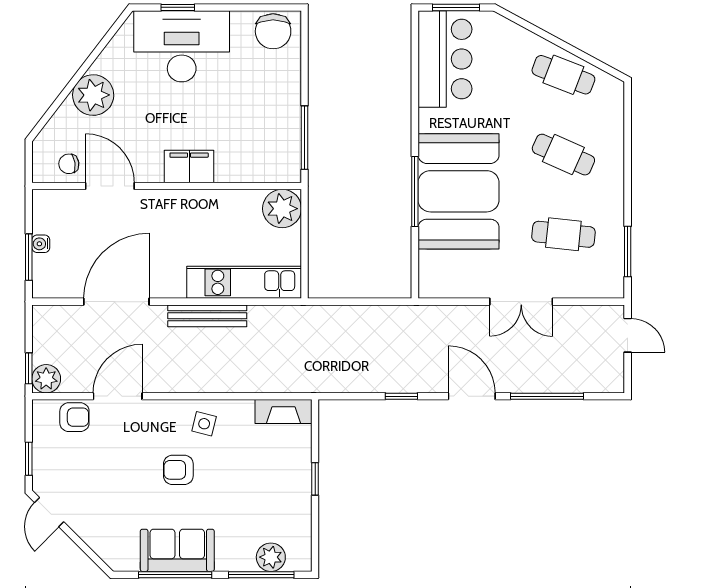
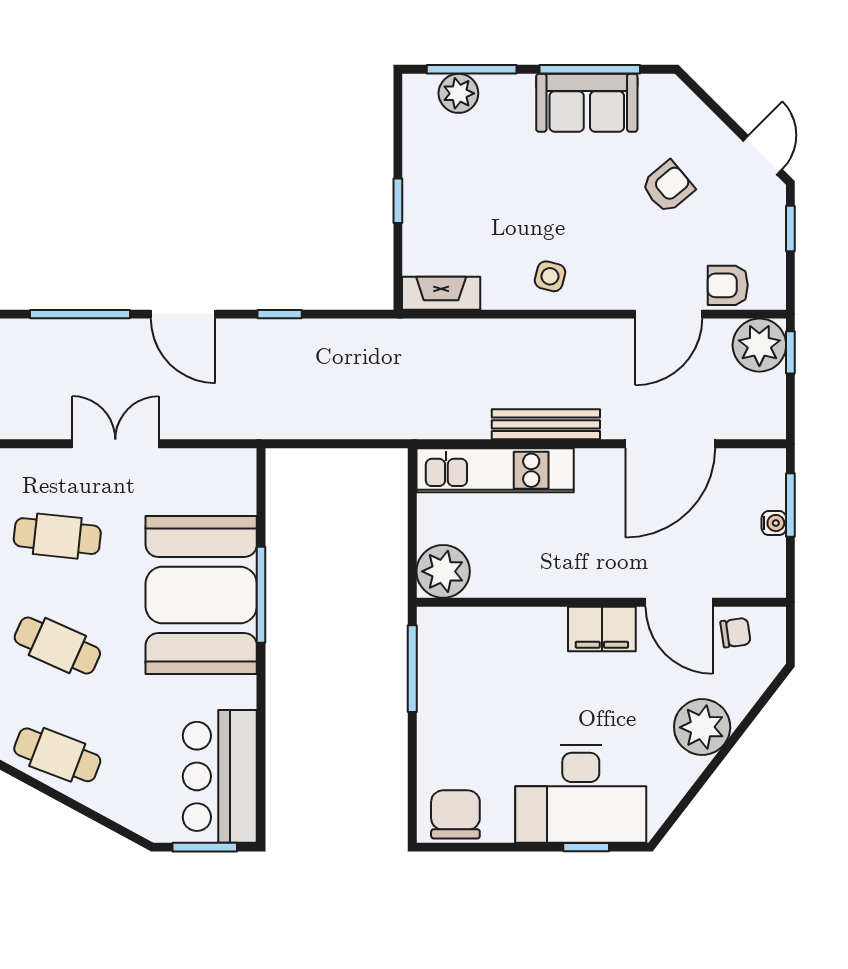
filing cabinet: (189, 167) -> (602, 629), moved
plant: (46, 379) -> (759, 345), width x1.36, depth x1.36
armchair: (178, 470) -> (668, 187), moved, turned -40

